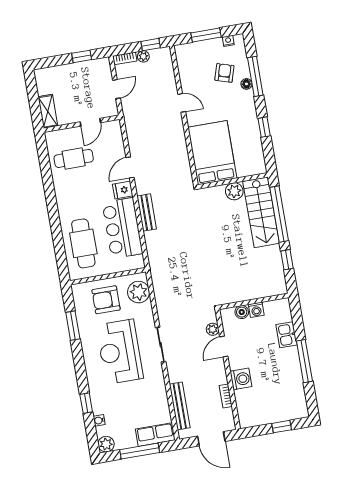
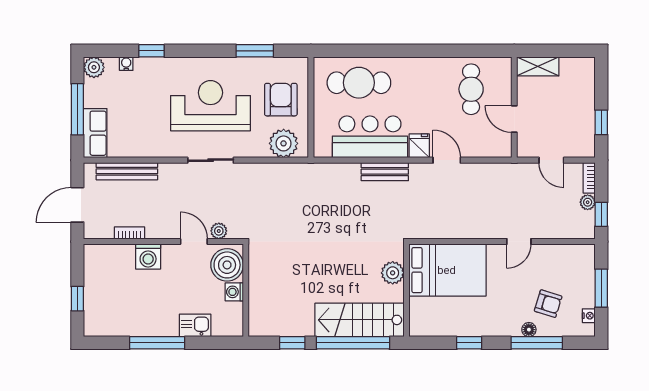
plant: (234, 191) -> (393, 273), moved
boiler: (242, 312) -> (227, 265), width x1.86, depth x1.86

